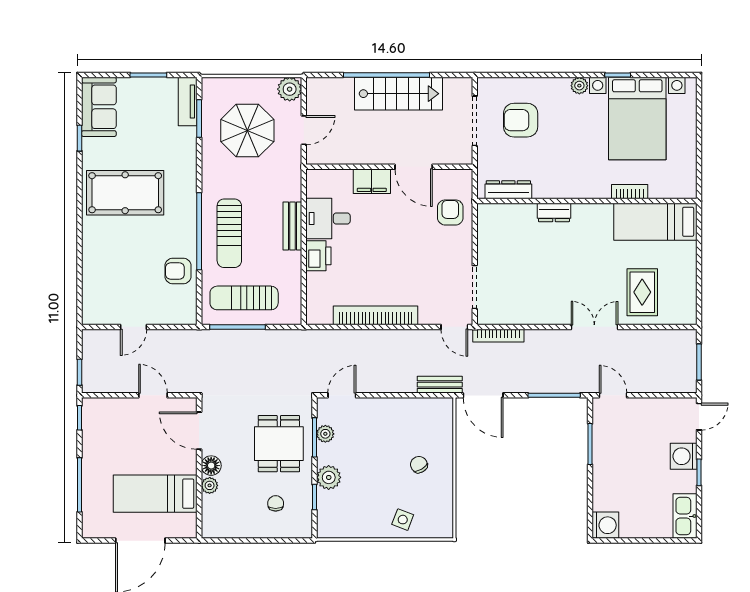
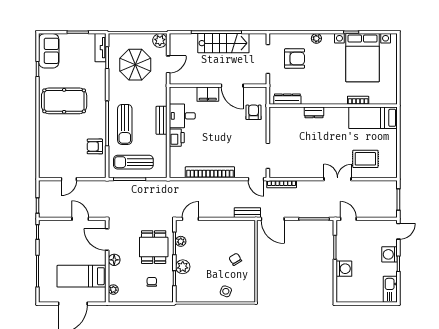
plant: (579, 86) -> (316, 38), moved
armchair: (521, 120) -> (295, 59), turned 180
rug: (642, 292) -> (365, 159), turned 90
plant: (210, 485) -> (113, 290), moved
washing machine: (605, 525) -> (344, 269), moved

